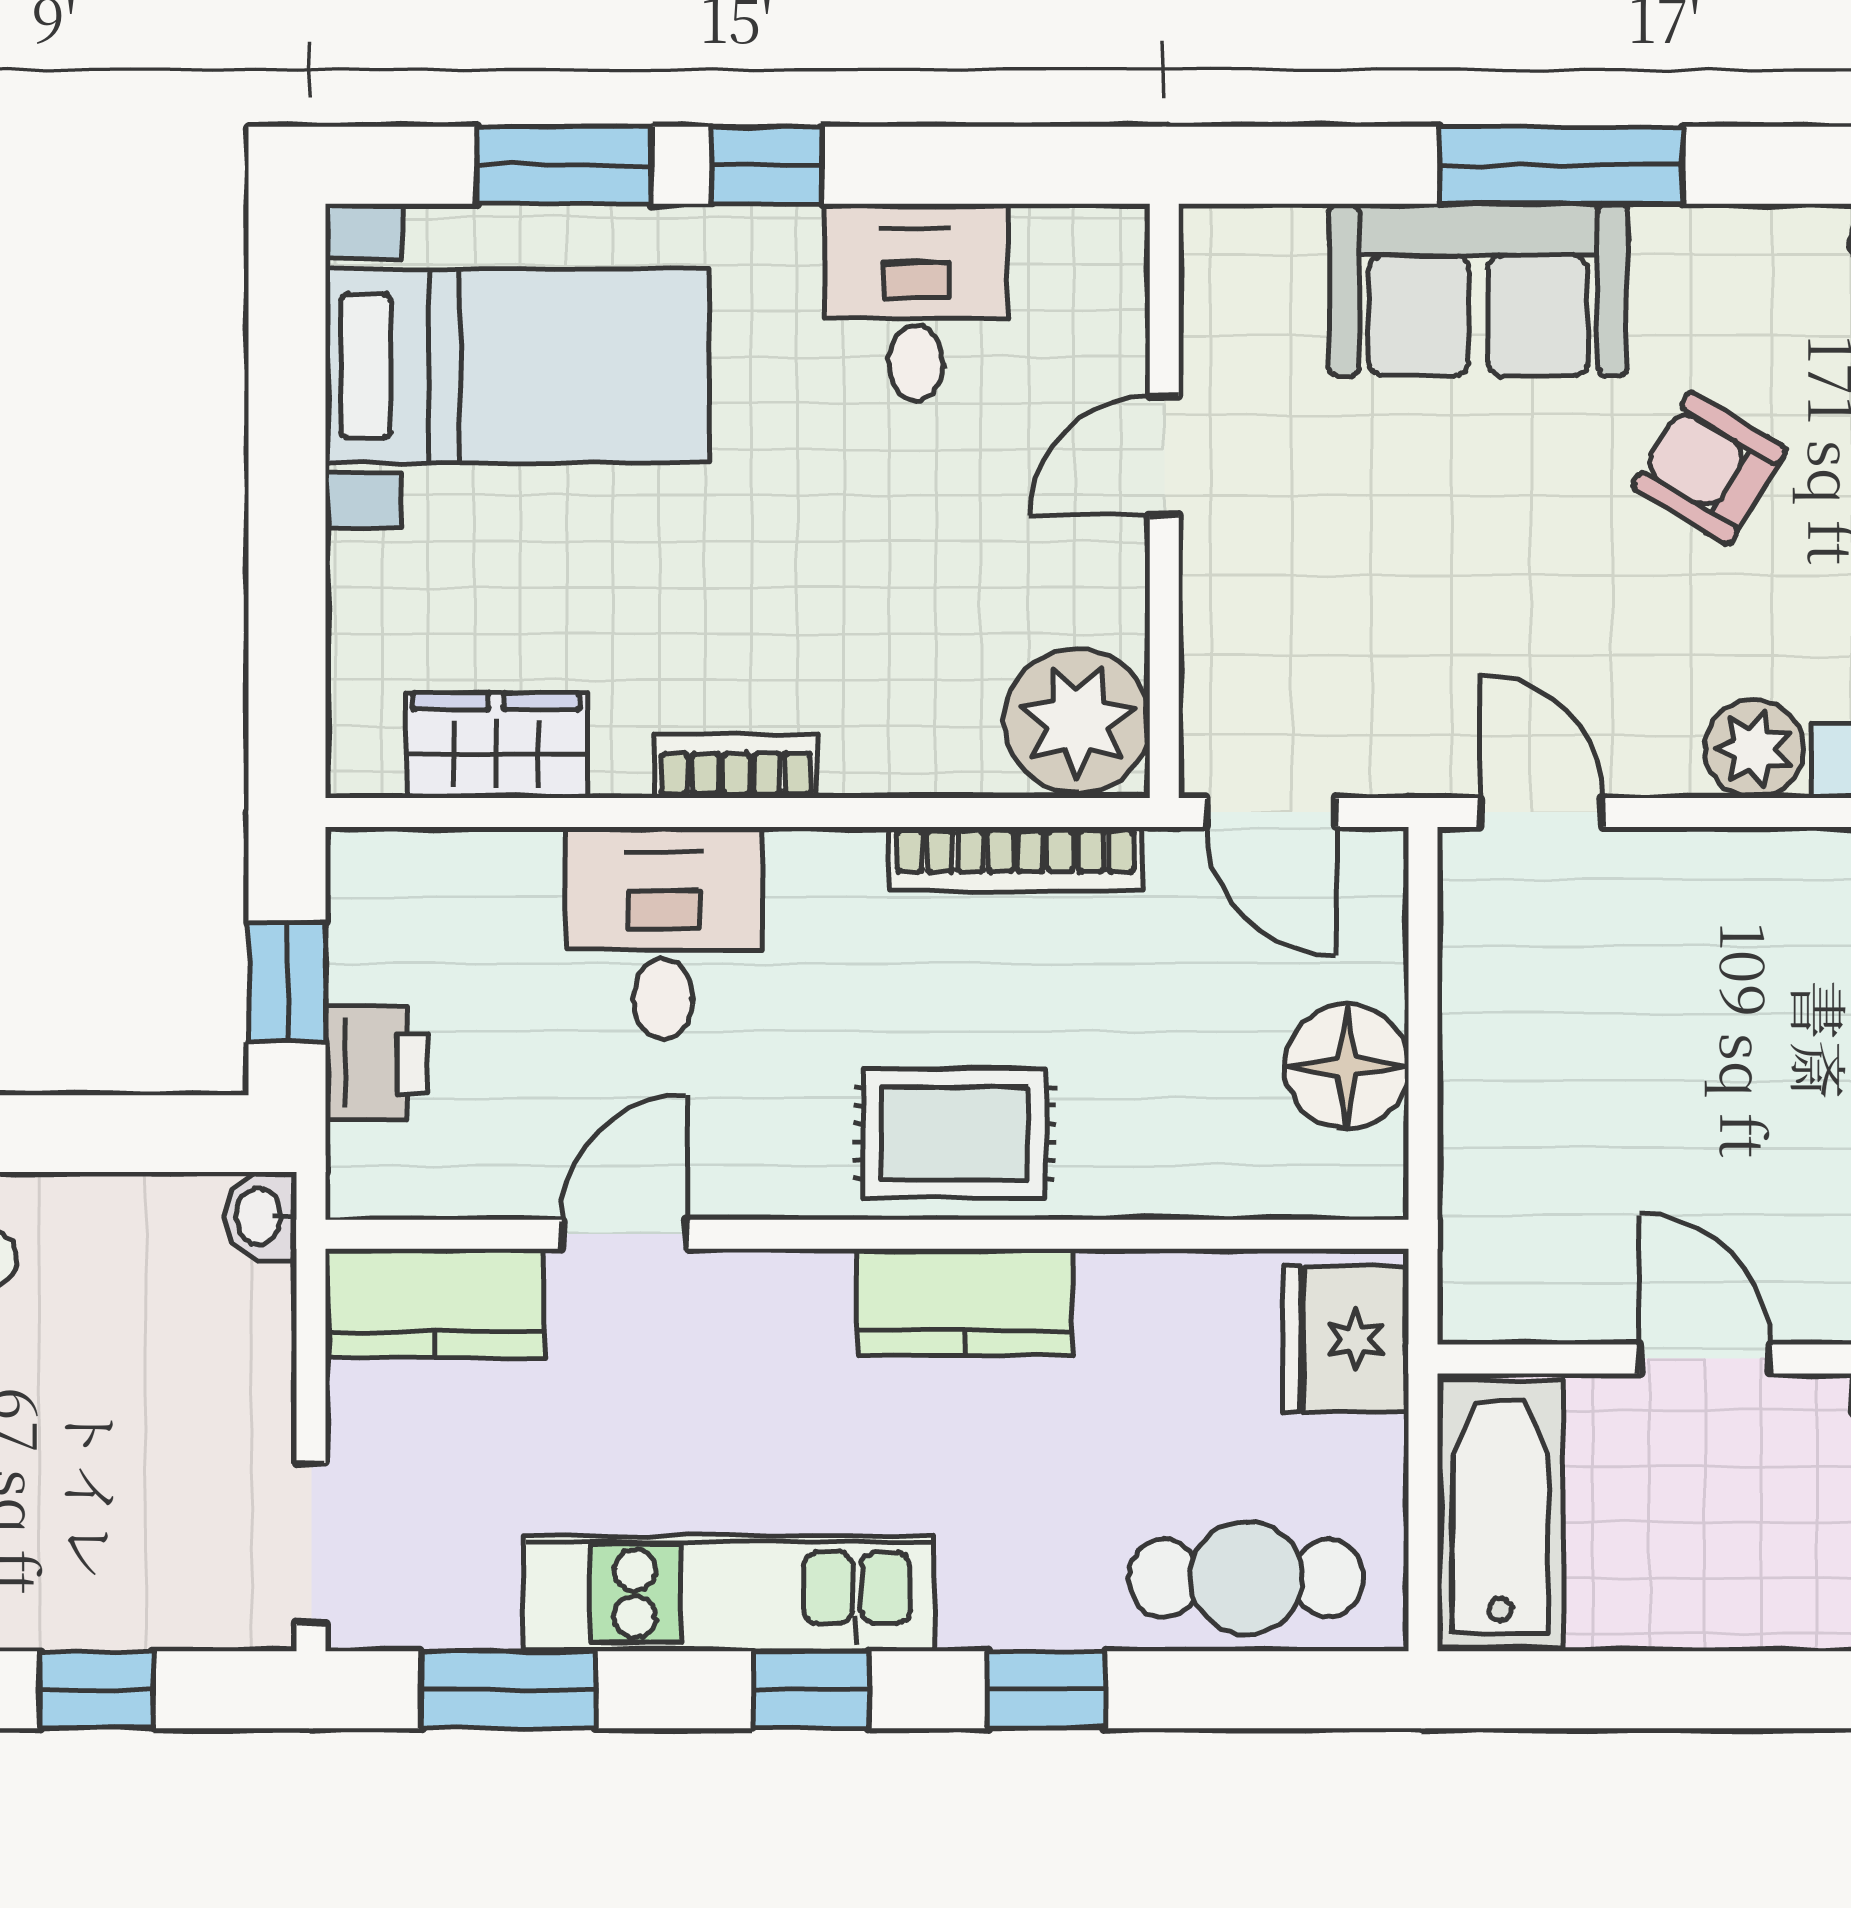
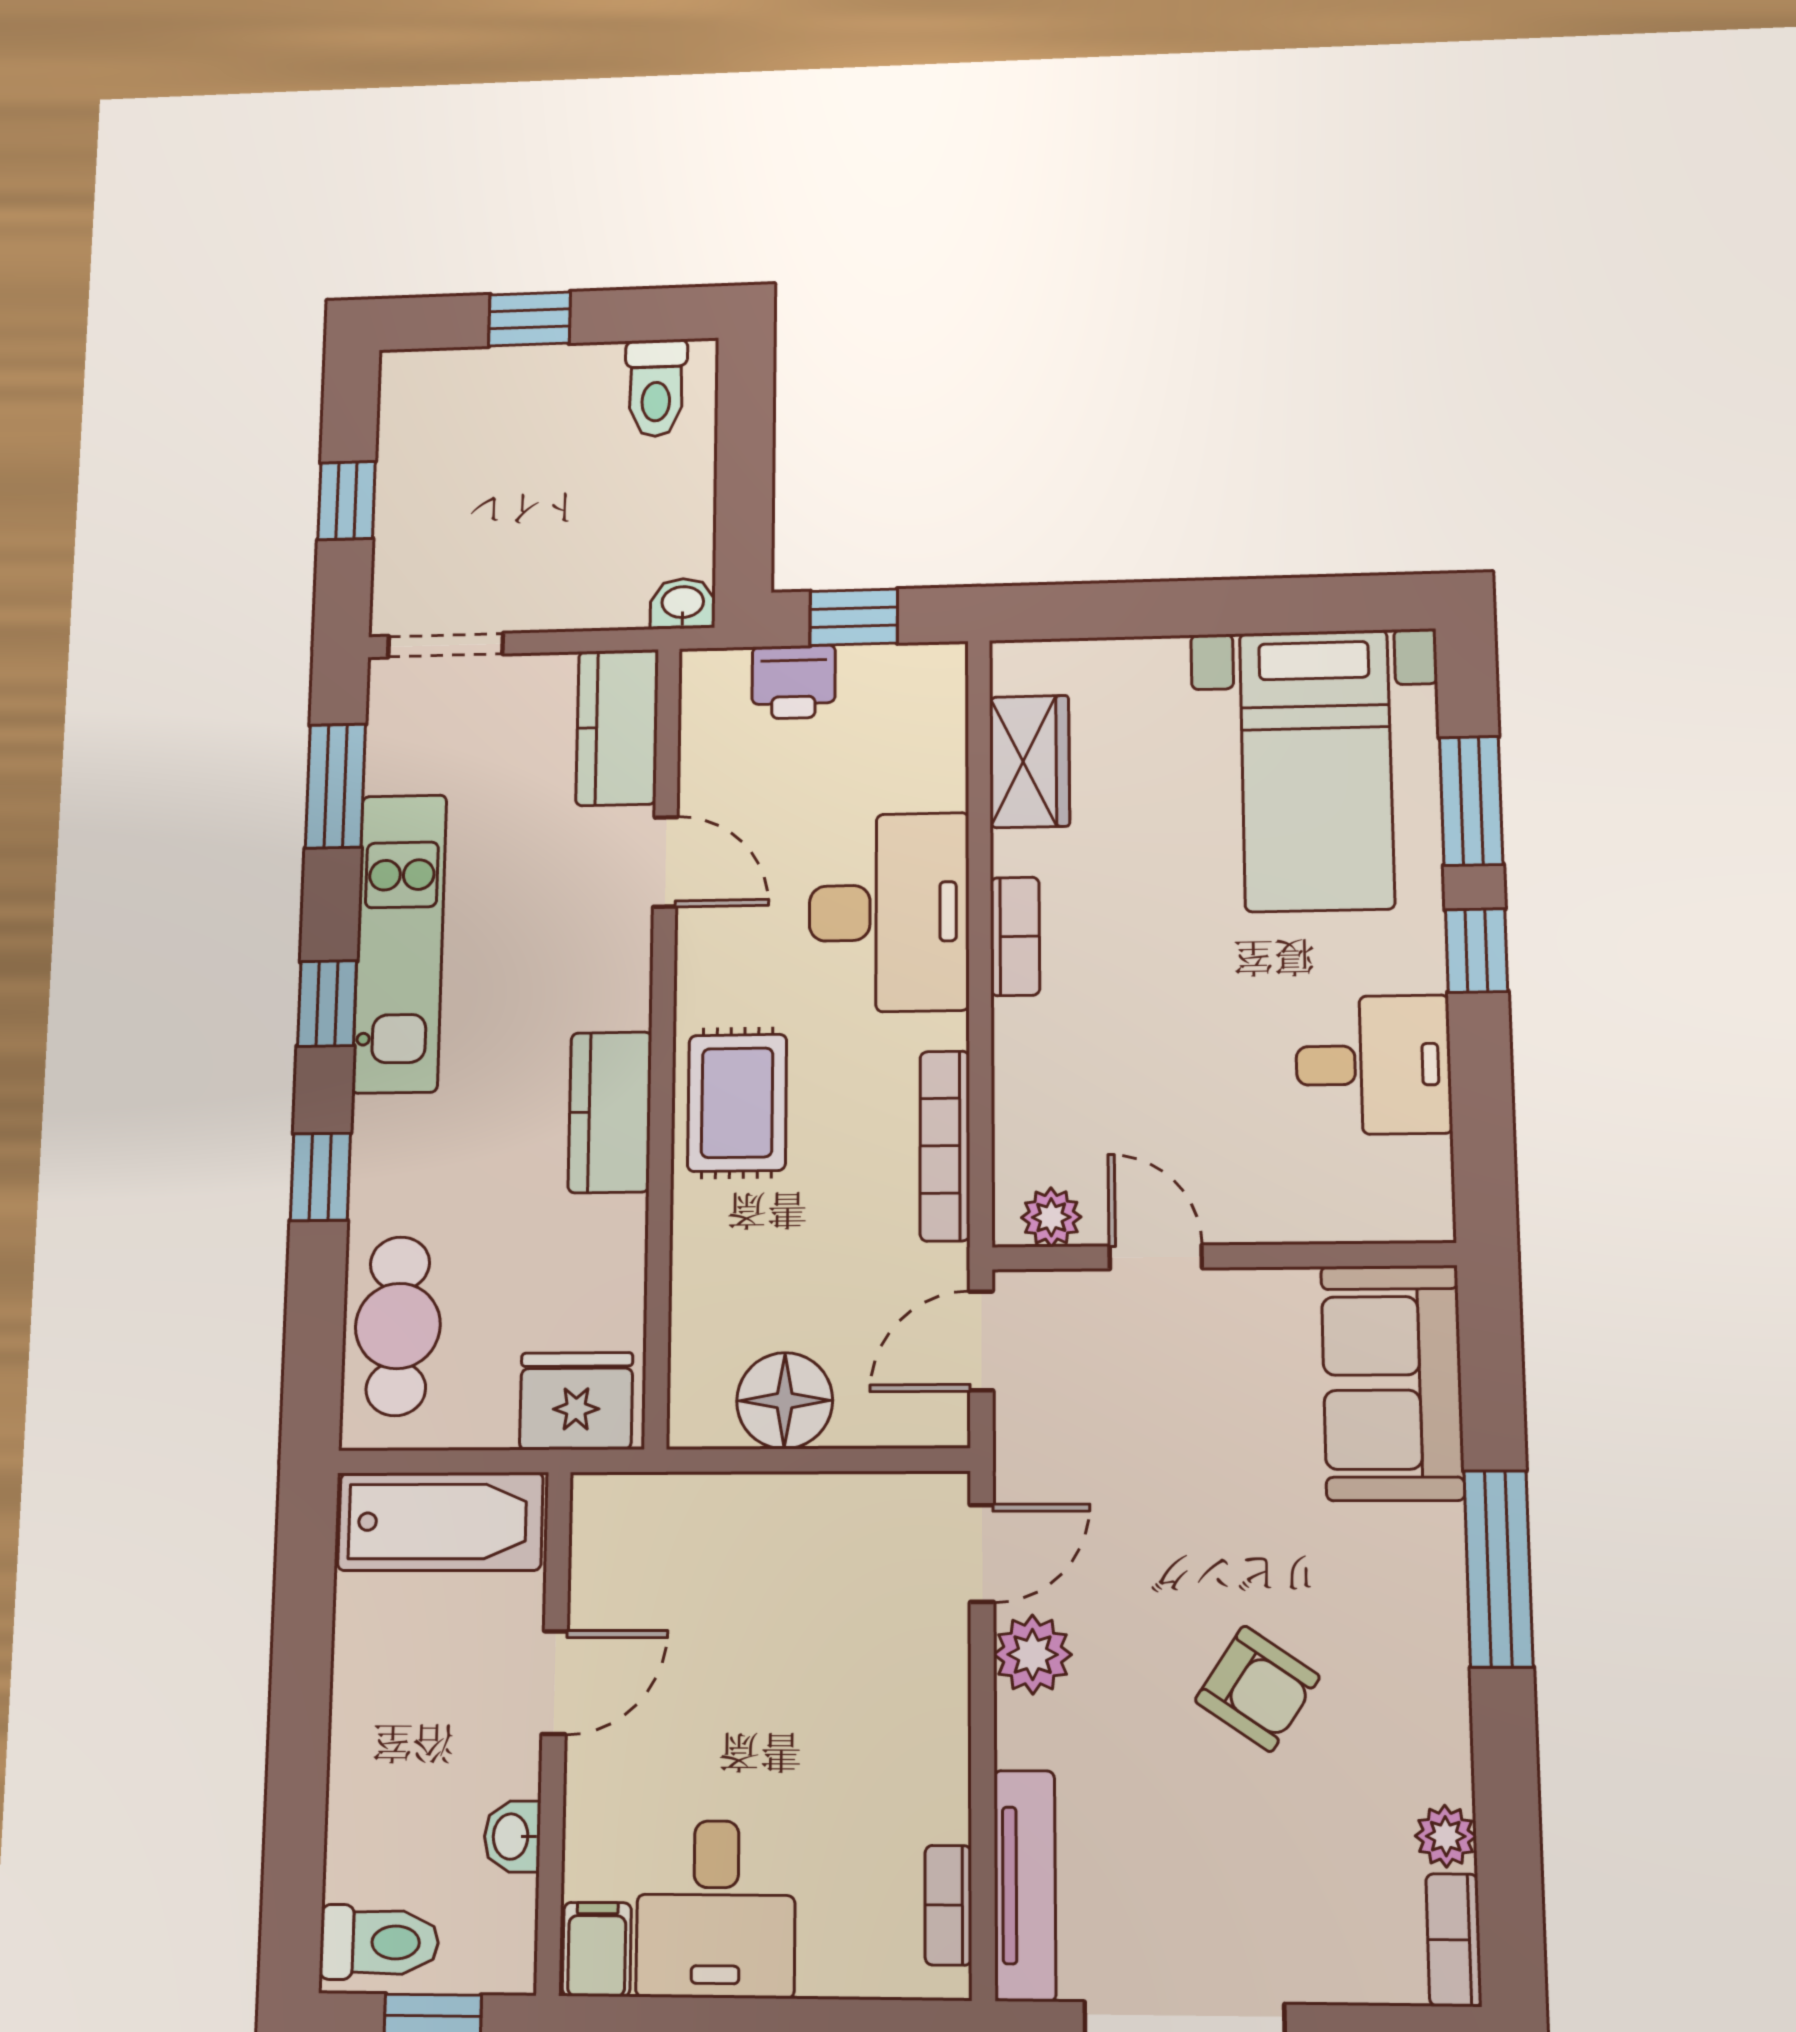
sofa: (1478, 290) -> (1392, 1383), moved
door: (1164, 456) -> (1156, 1257), moved
armchair: (1710, 468) -> (1257, 1689), turned 93
plant: (1077, 721) -> (1051, 1217), width x0.53, depth x0.53
plant: (1754, 749) -> (1033, 1654), moved
desk: (663, 933) -> (889, 912), width x1.37

